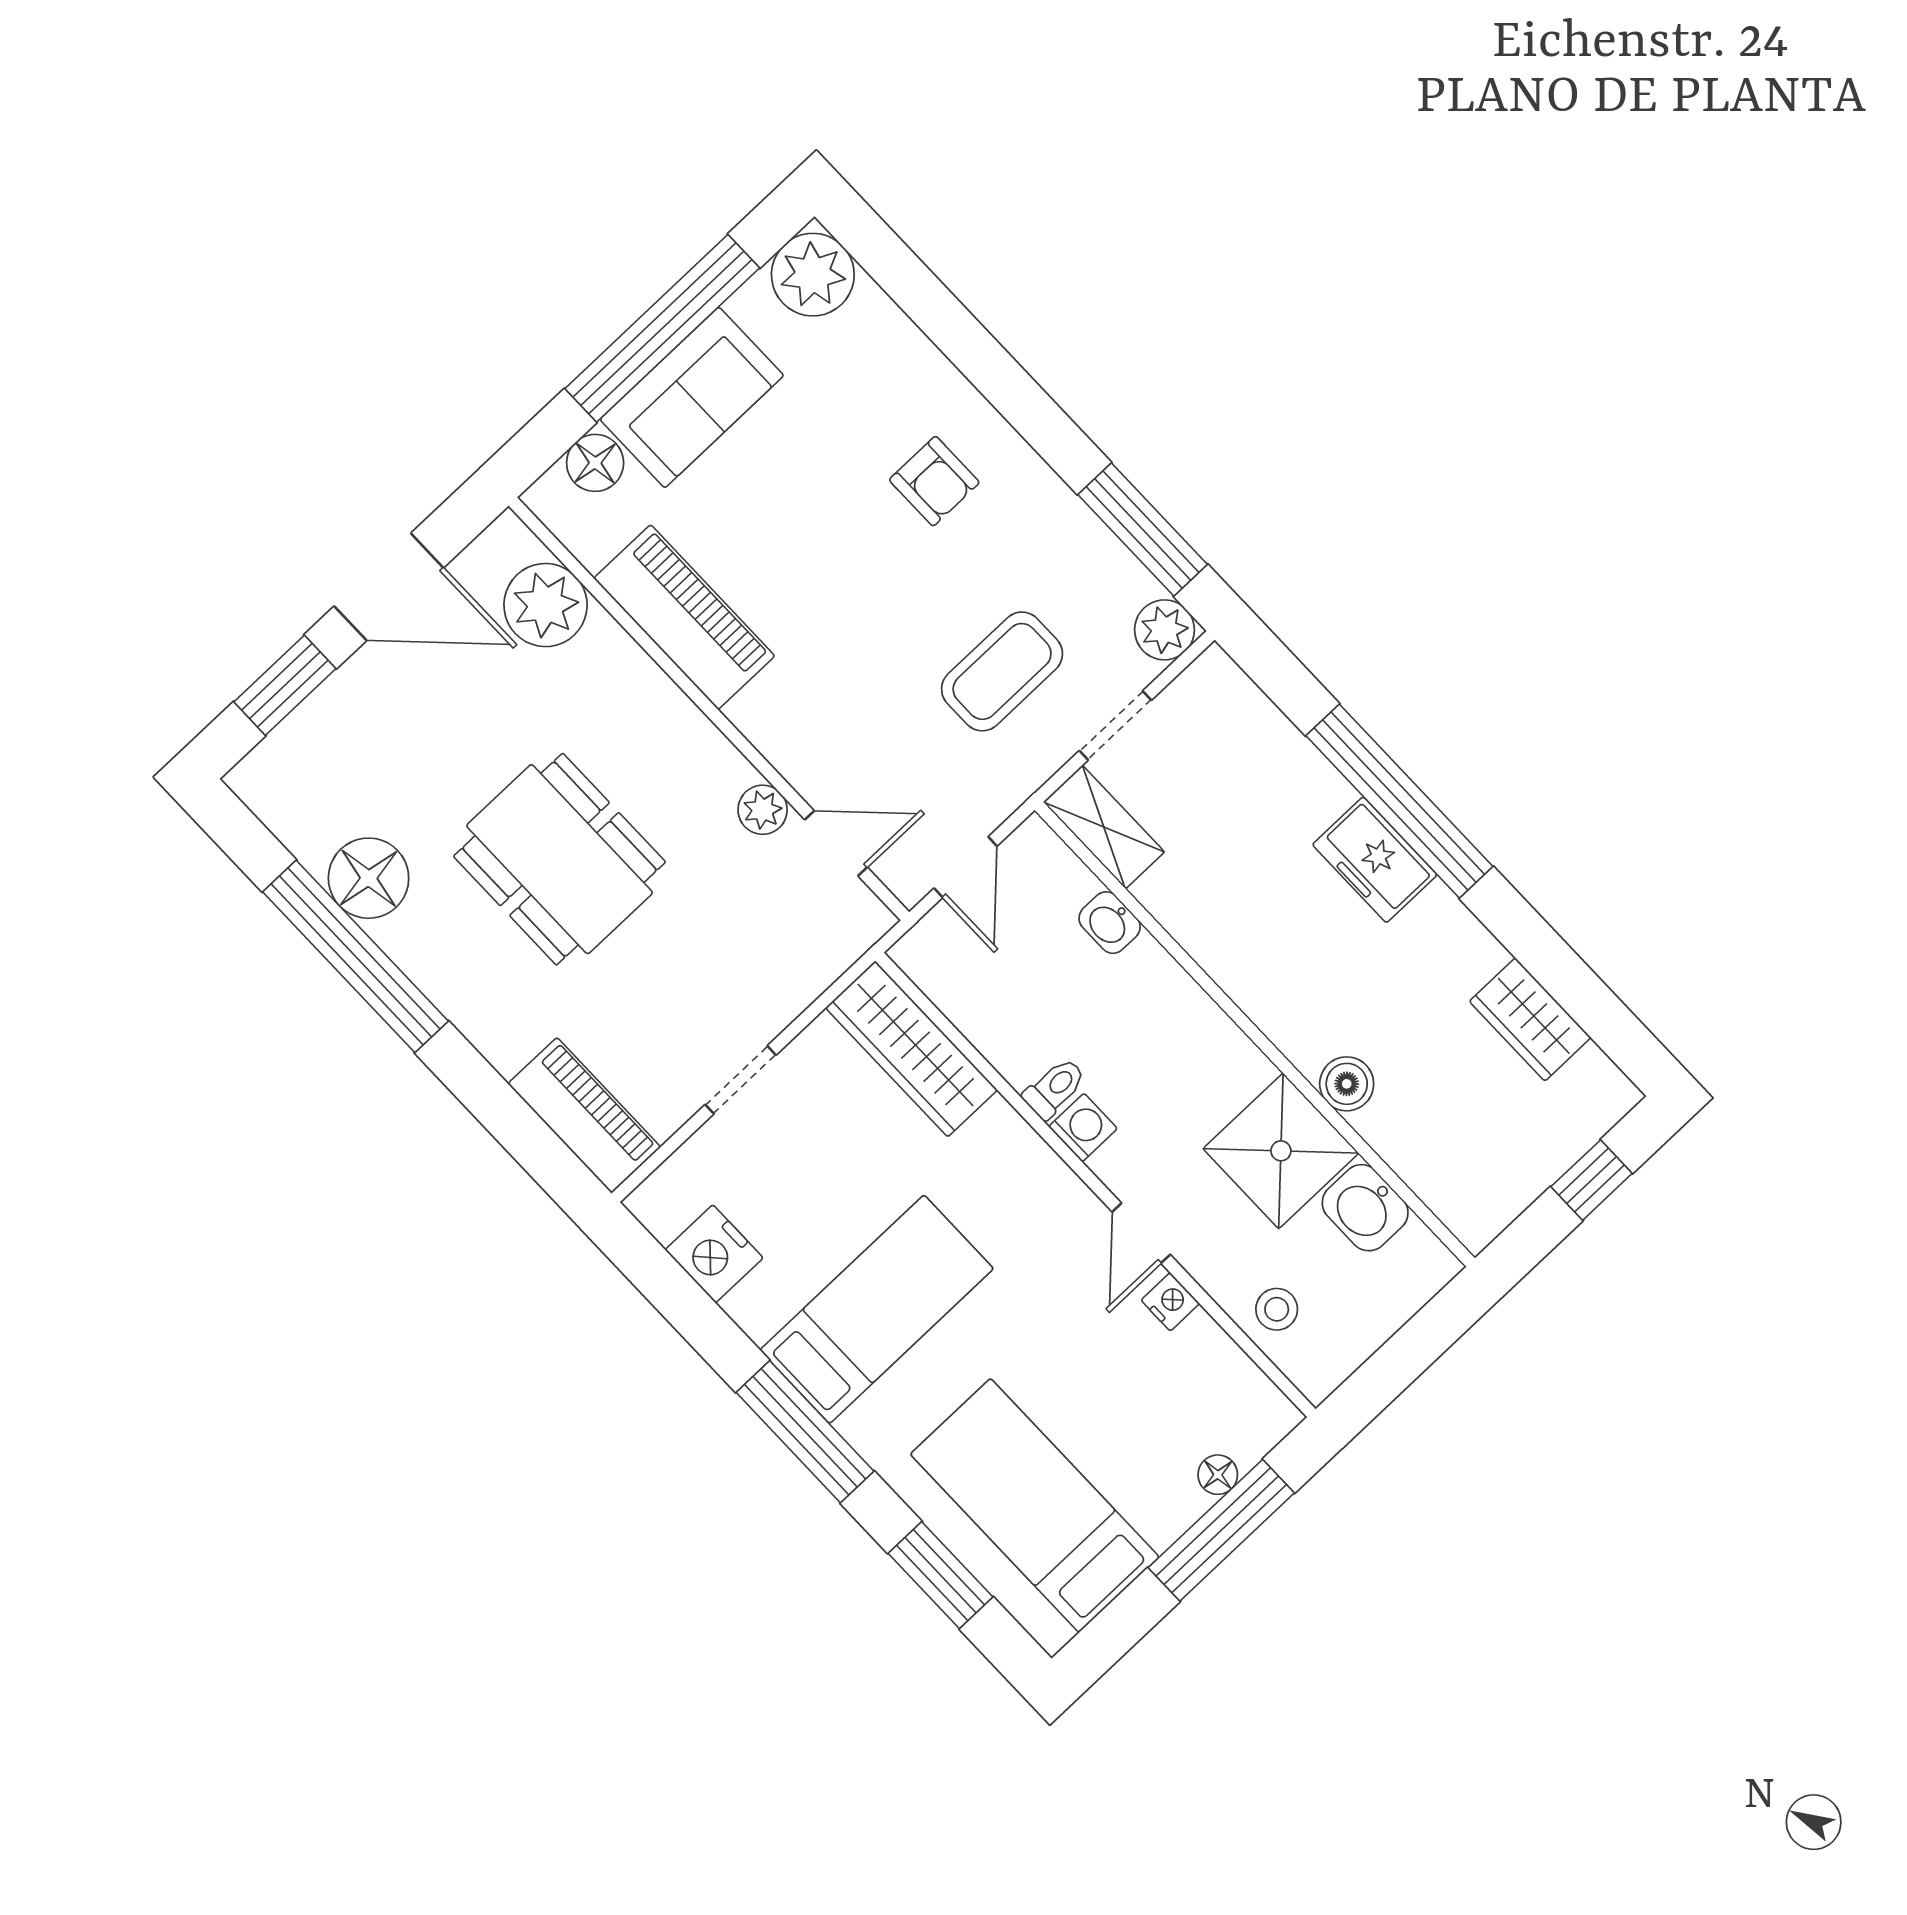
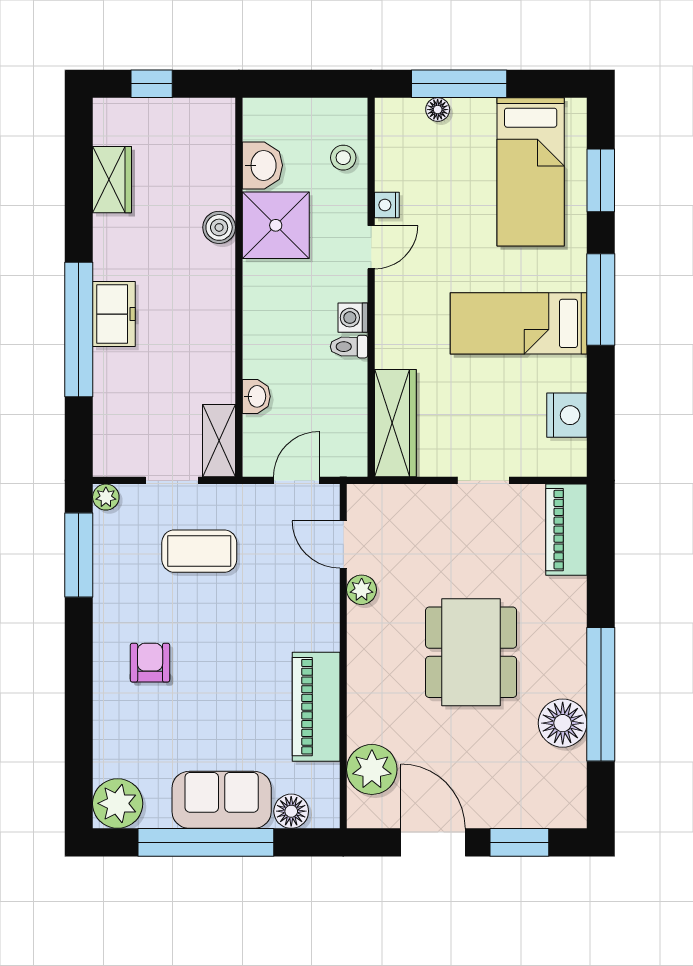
plant: (1164, 630) -> (106, 497), width x0.73, depth x0.73

